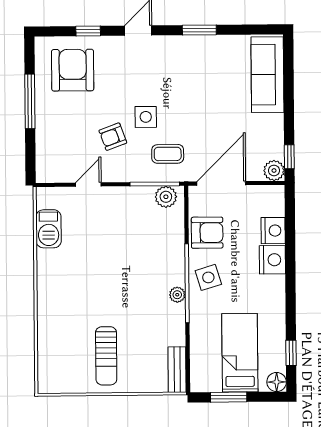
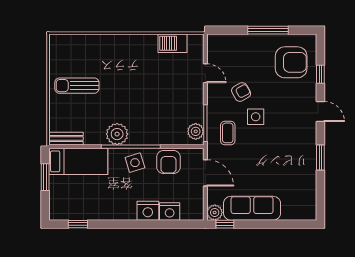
sofa: (267, 75) -> (252, 208), moved
armchair: (113, 137) -> (241, 92), turned 81
door: (221, 183) -> (205, 173), width x0.73
plant: (177, 295) -> (117, 134), width x1.87, depth x1.87
bed: (240, 353) -> (78, 161), moved
floor lamp: (277, 382) -> (56, 213), removed

